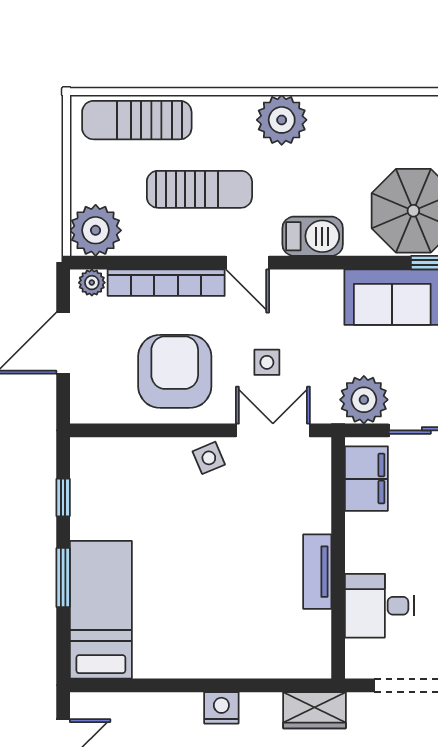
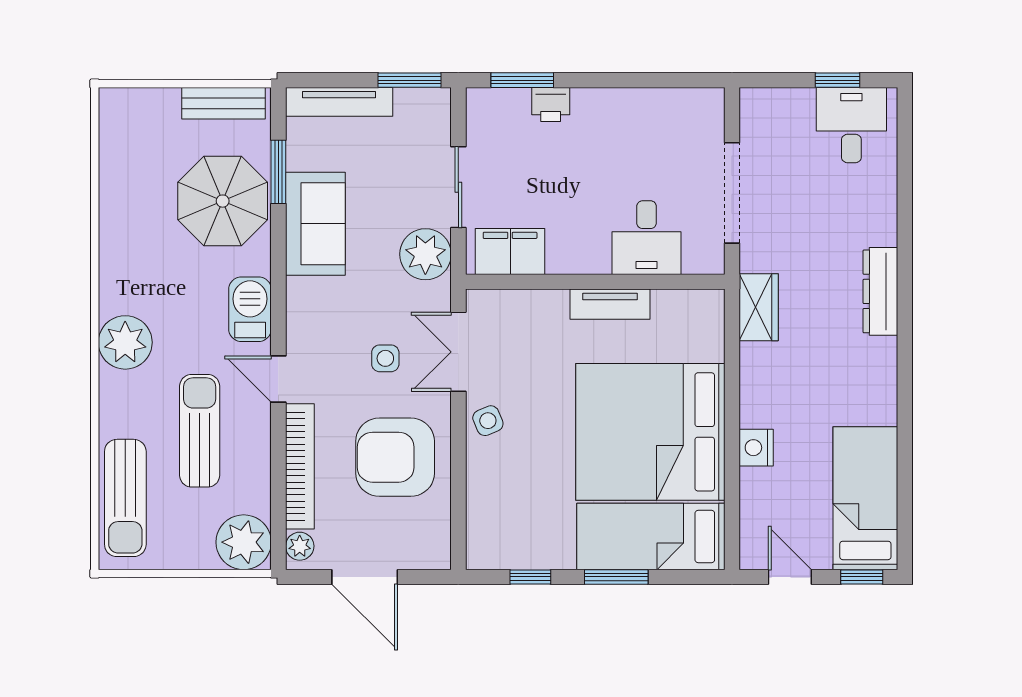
door: (248, 263) -> (278, 379), swing flipped
bed: (198, 609) -> (650, 432), added
nightstand: (221, 708) -> (756, 448), moved

